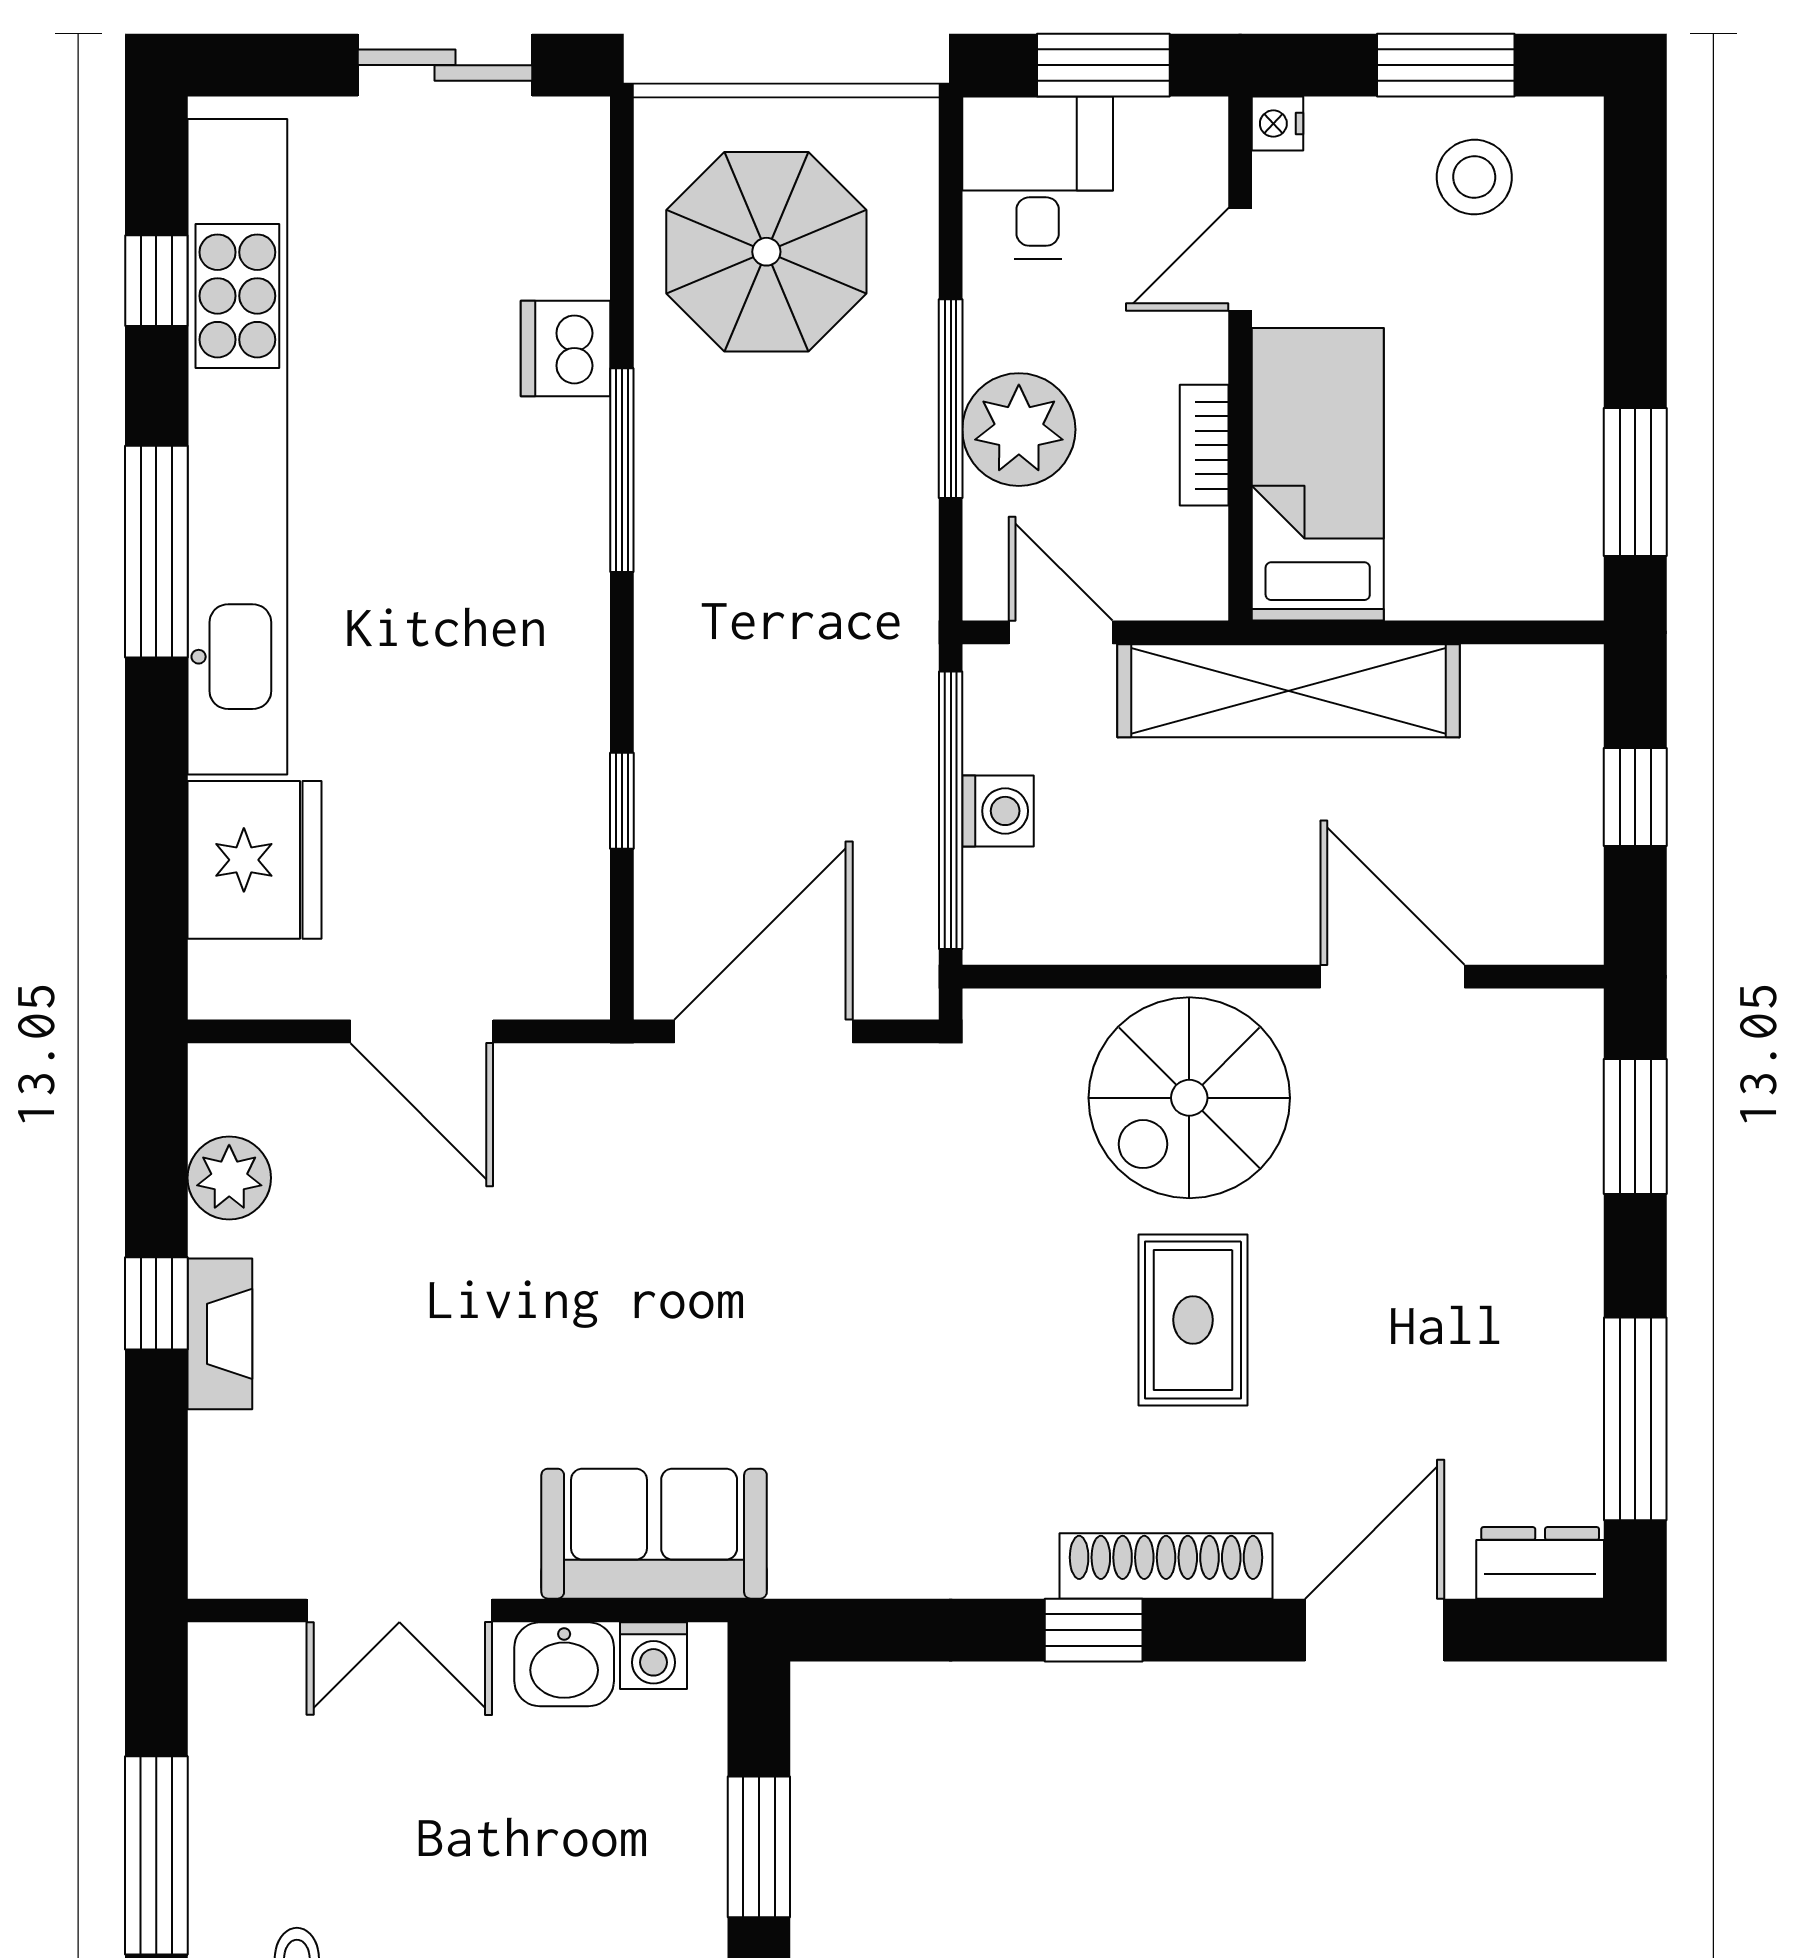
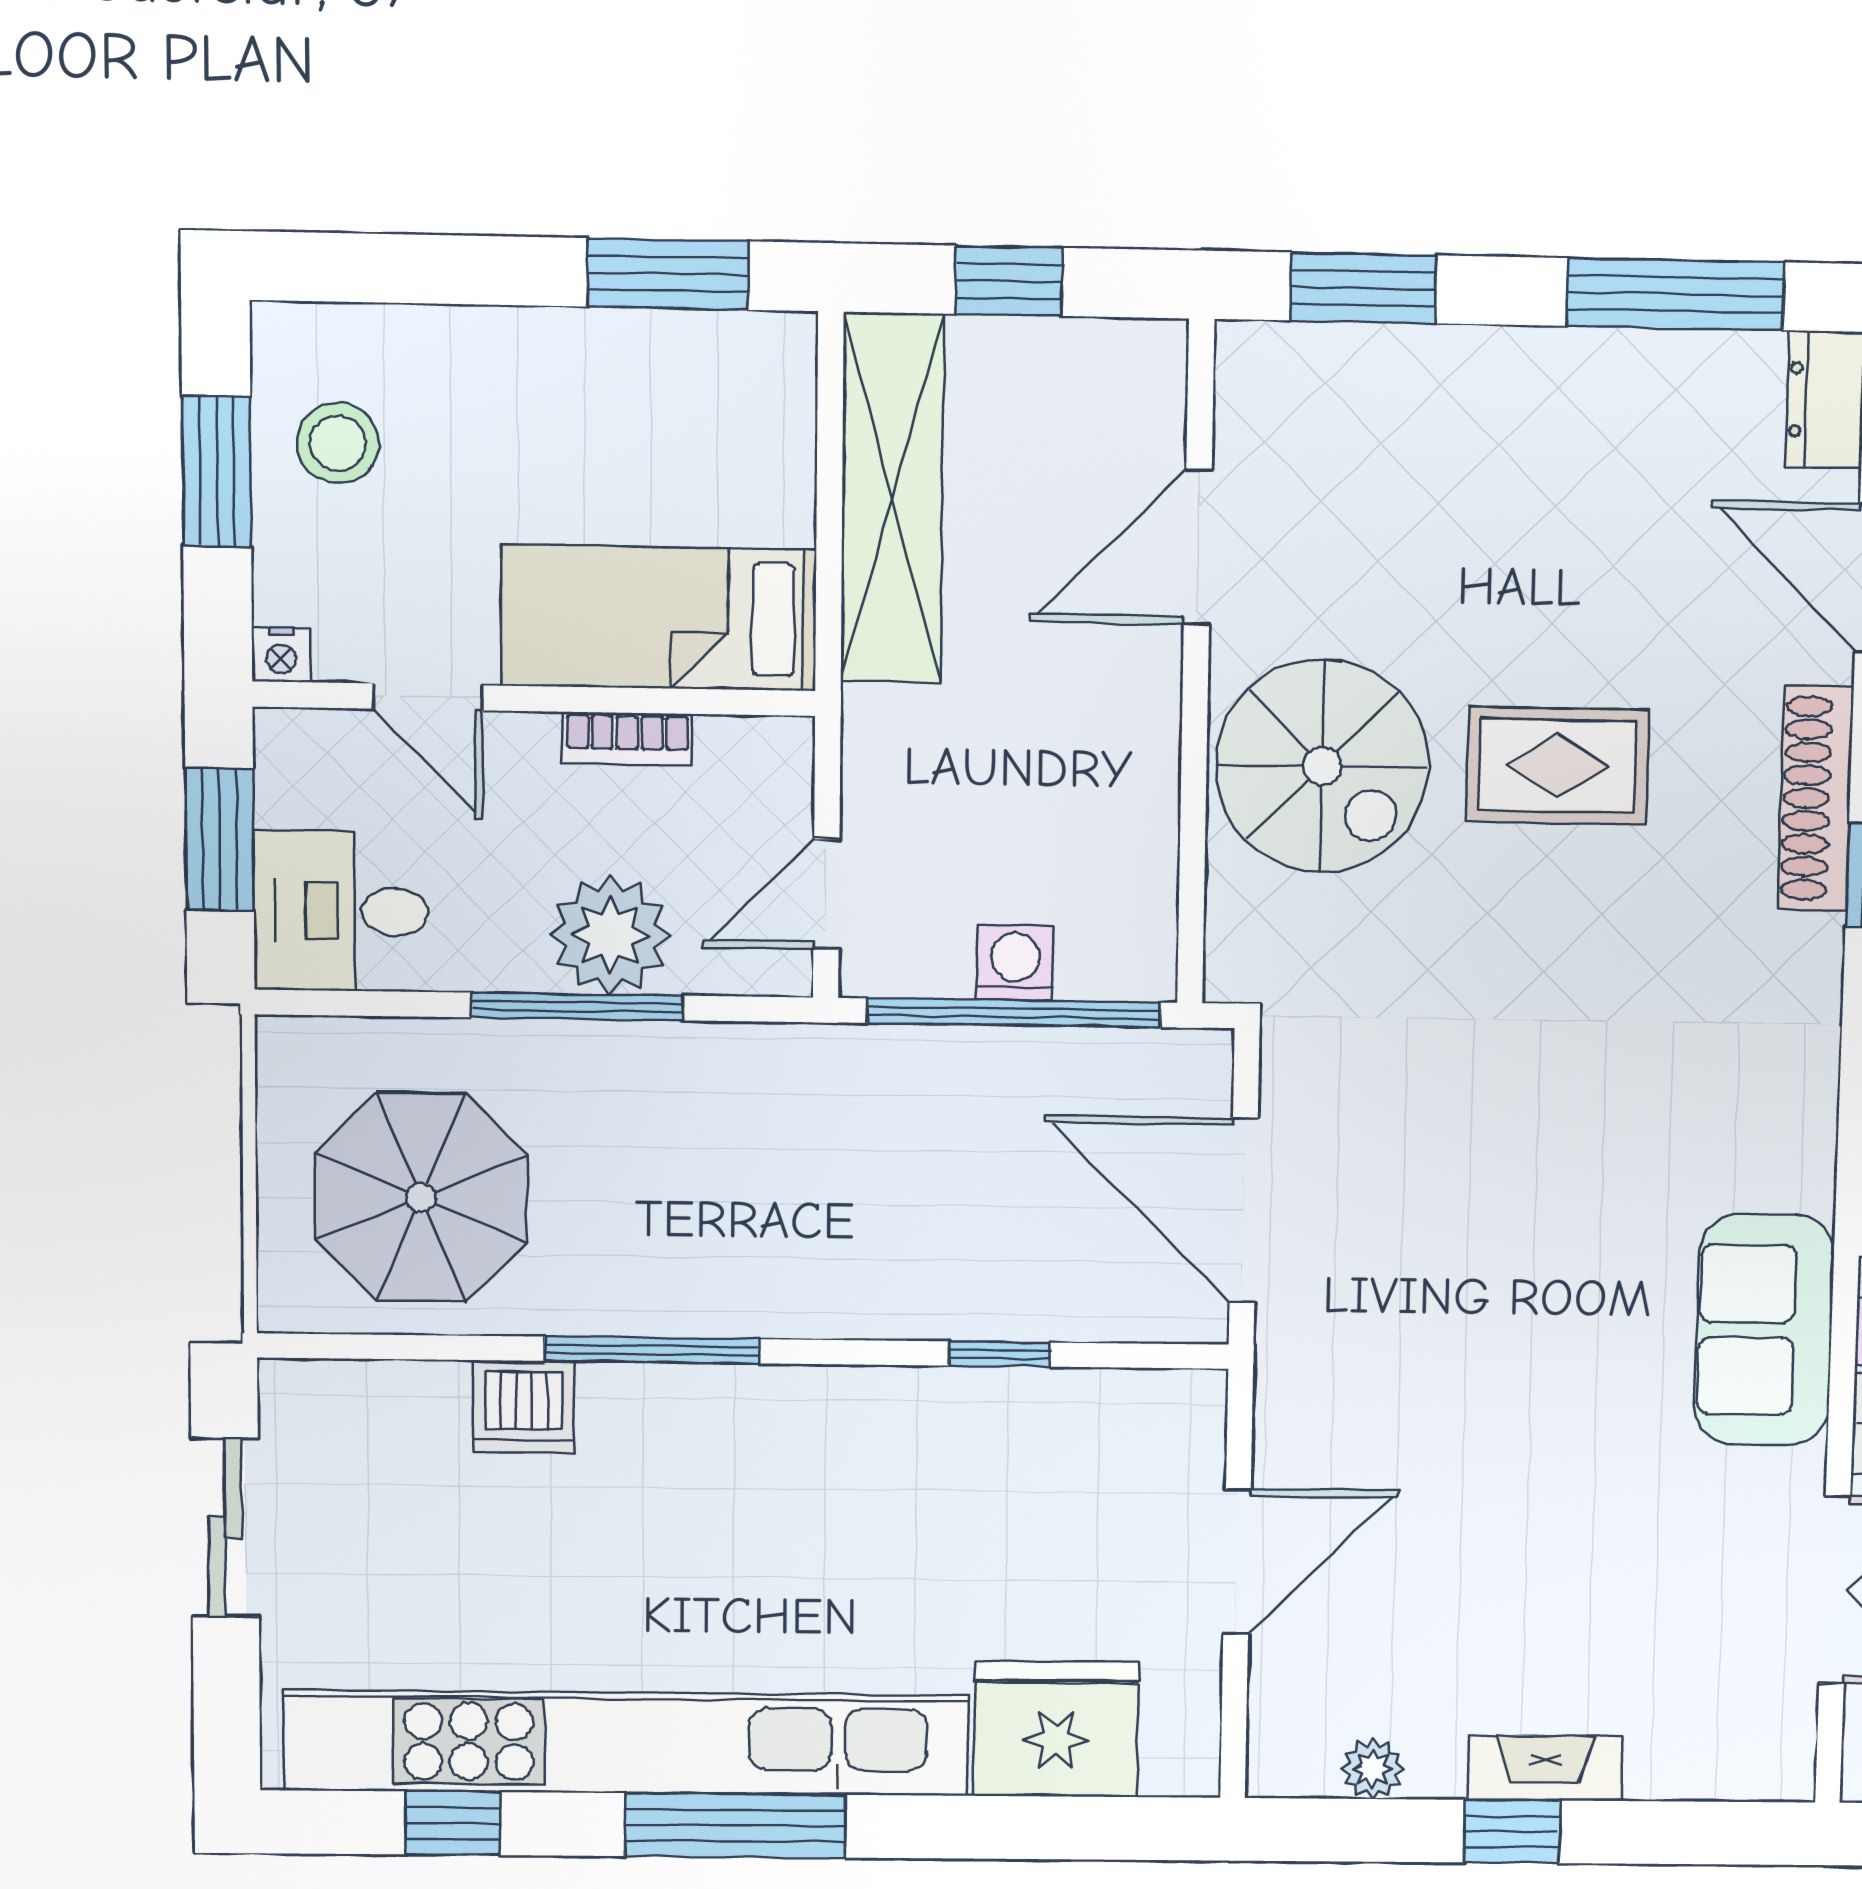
shelving: (1289, 691) -> (892, 498), moved
plant: (229, 1178) -> (1373, 1769), width x0.73, depth x0.73

